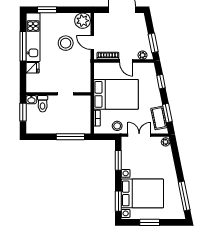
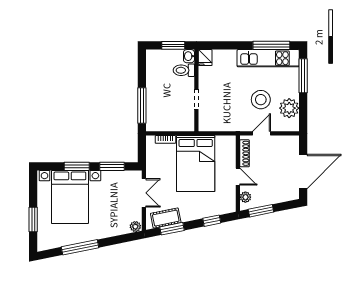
window: (47, 10) -> (303, 76), width x1.44
plant: (83, 21) -> (289, 108), moved
window: (23, 46) -> (271, 45), moved
door: (126, 61) -> (238, 177), swing flipped
fridge: (33, 68) -> (205, 58), moved
stool: (117, 126) -> (156, 165), removed
window: (184, 196) -> (80, 247), moved
window: (118, 201) -> (77, 166), moved
window: (150, 222) -> (33, 220), moved

